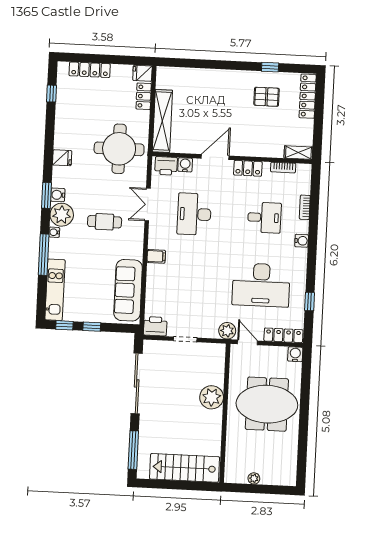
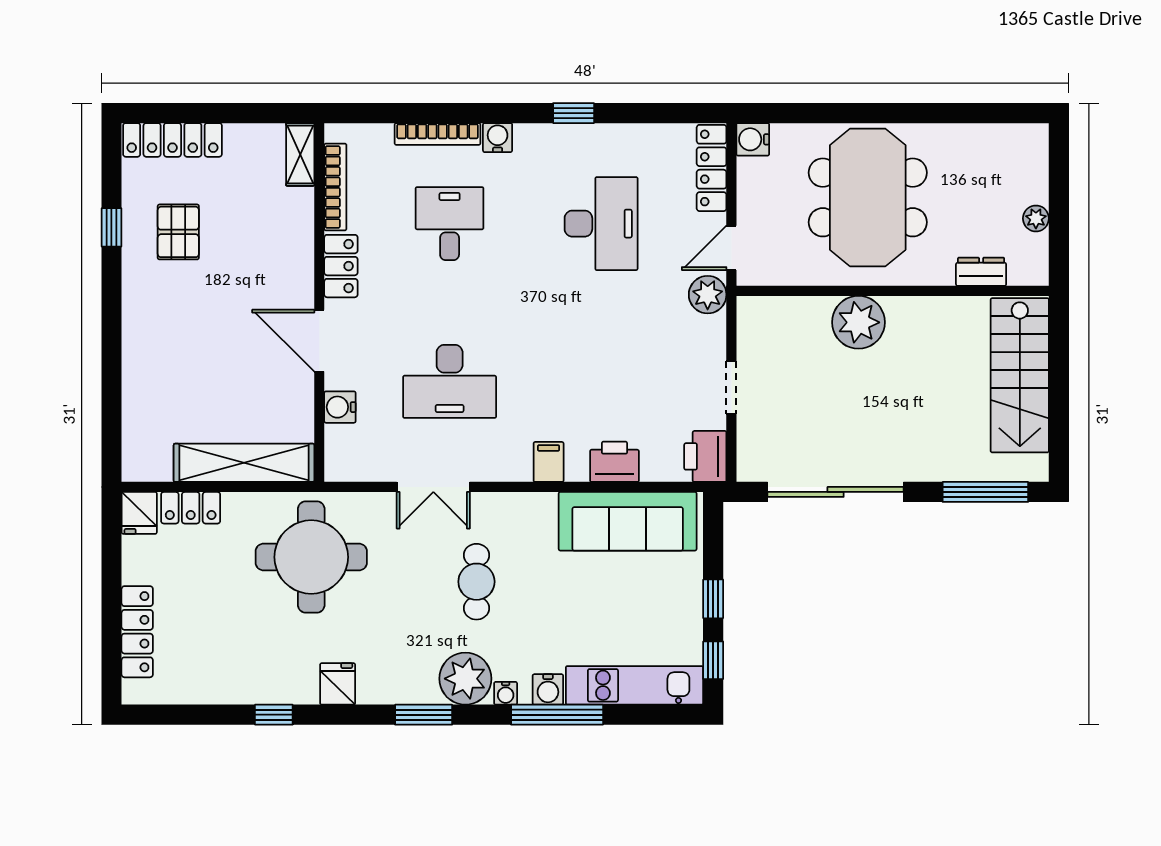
window: (51, 94) -> (274, 715), moved
printer: (166, 166) -> (614, 462), moved, turned -90
bookcase: (283, 168) -> (335, 187), width x1.56
water cooler: (58, 195) -> (548, 689), moved
bookcase: (305, 207) -> (438, 134), width x1.56
desk: (261, 285) -> (601, 224), width x0.73, depth x0.77
window: (310, 301) -> (574, 113), moved
dresser: (231, 453) -> (981, 272), added

